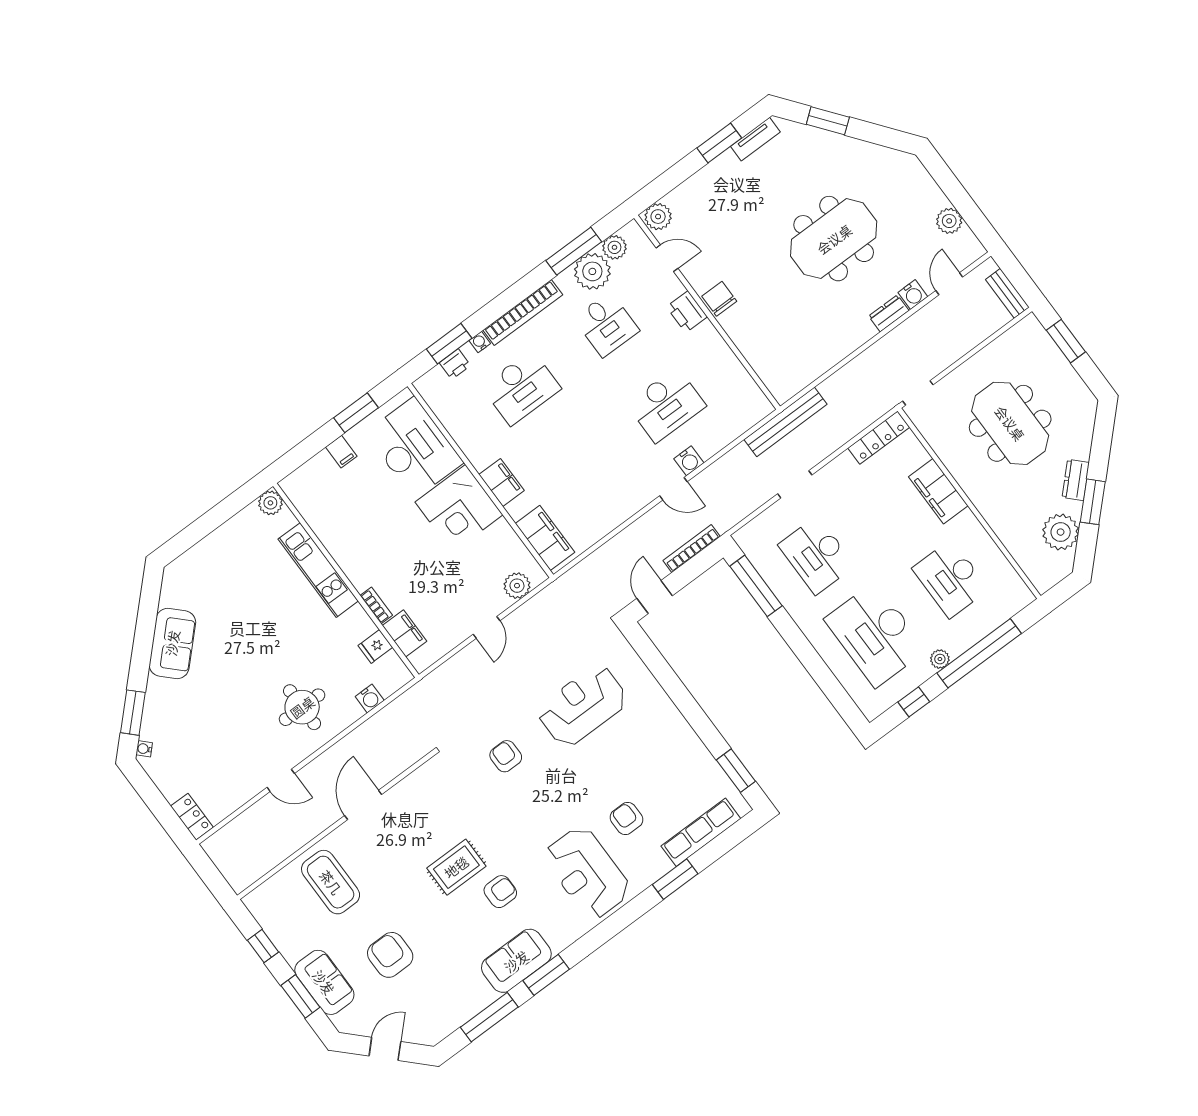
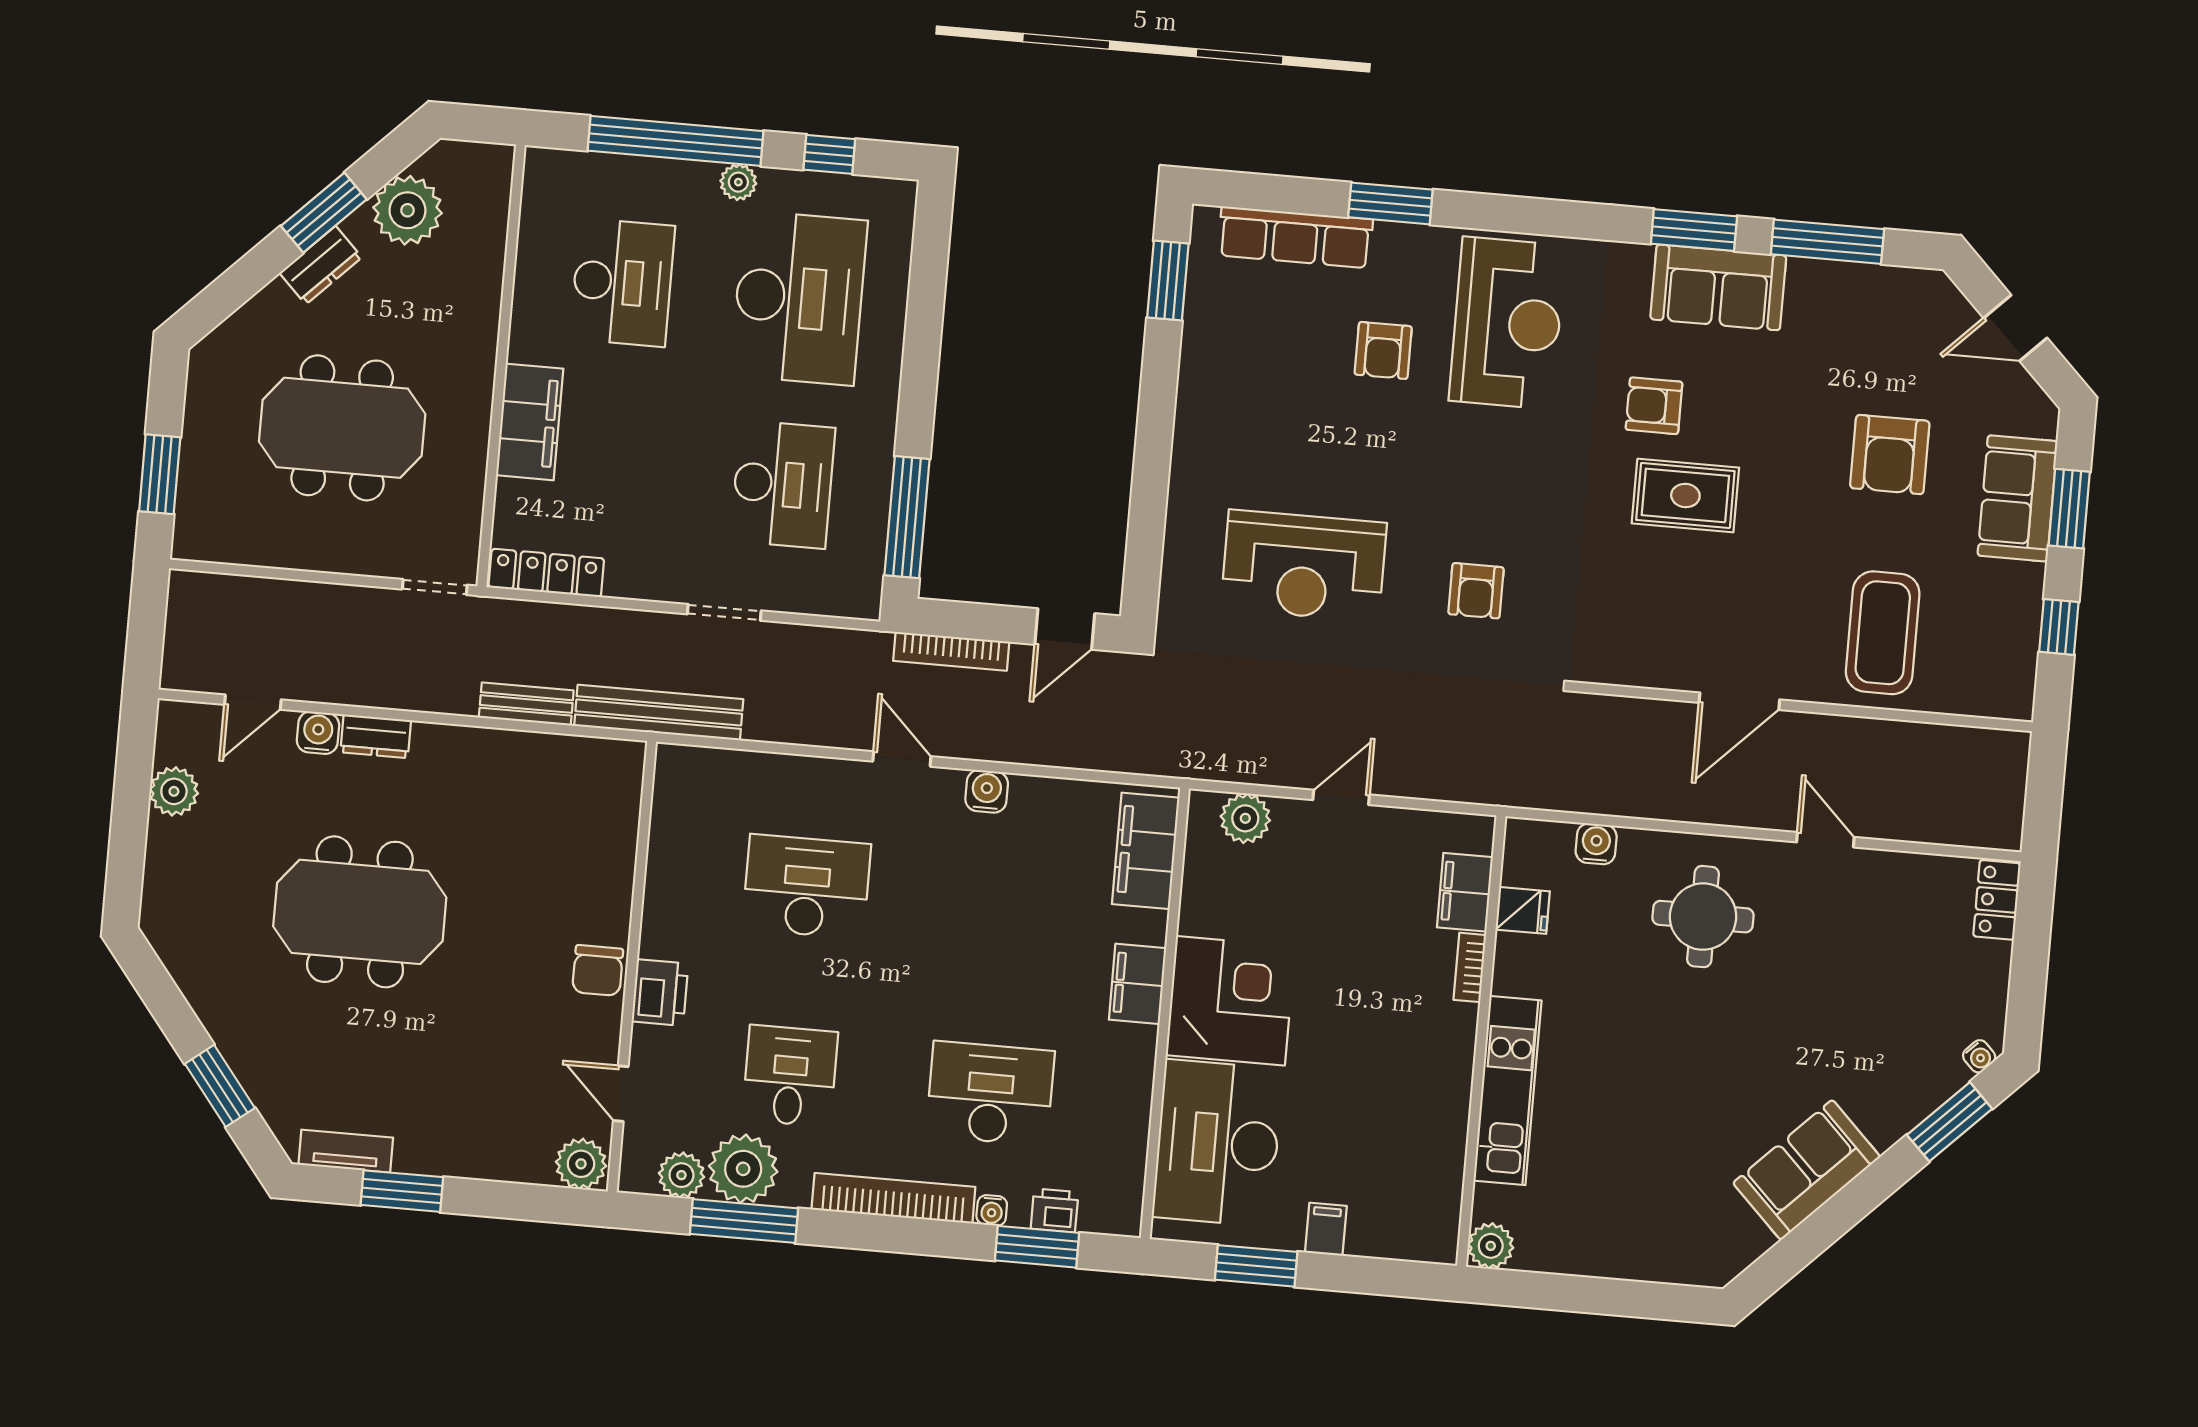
bench: (1007, 293) -> (526, 704), moved, turned 90
meeting table: (1010, 423) -> (342, 428), turned 90
water cooler: (689, 461) -> (987, 791), moved

